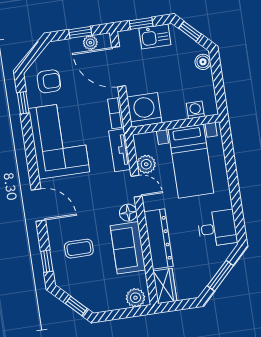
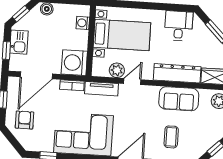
plant: (90, 43) -> (13, 93), removed
armchair: (49, 81) -> (24, 120), moved
floor lamp: (128, 213) -> (152, 92), removed

